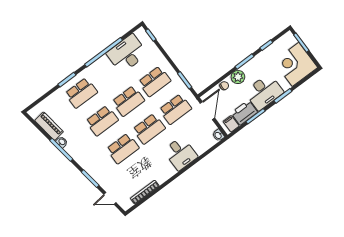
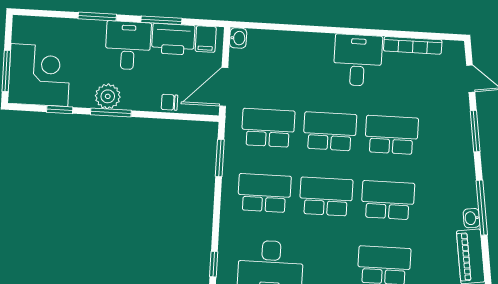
corner desk: (296, 64) -> (39, 75), moved, turned -90
plant: (238, 77) -> (108, 96), moved
desk: (264, 92) -> (128, 45), width x0.73
desk: (180, 154) -> (358, 60), moved

